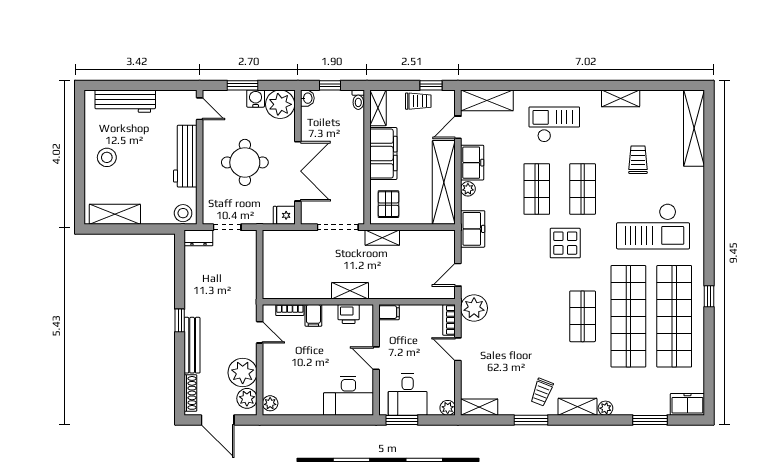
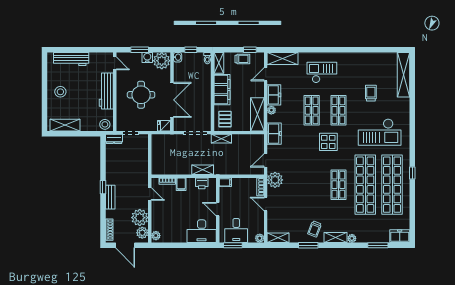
shelving: (621, 98) -> (361, 57), removed
shelving: (444, 182) -> (257, 114), width x0.68
bench: (192, 345) -> (110, 197), width x0.73

